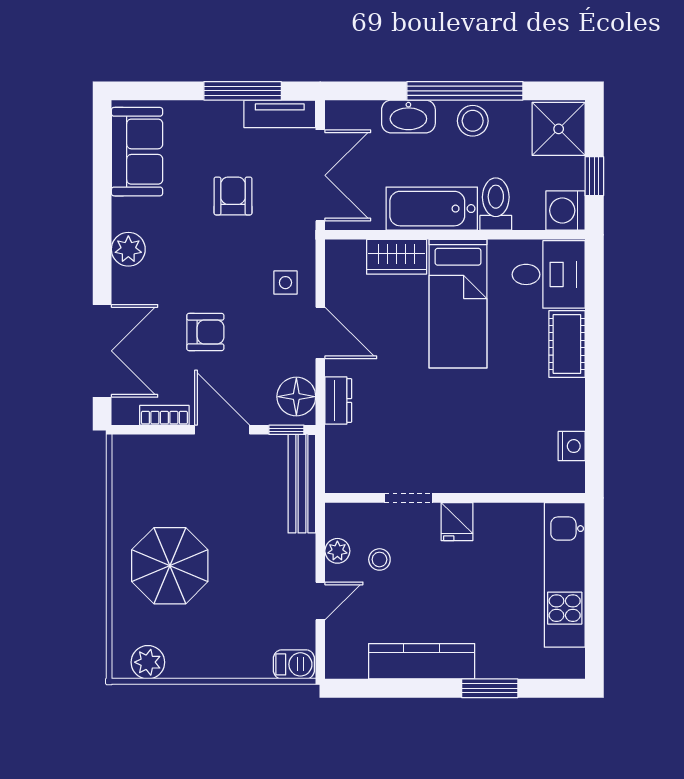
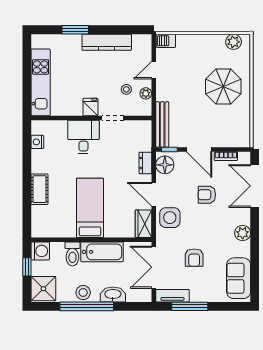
wardrobe: (397, 257) -> (143, 224), moved, turned -90
desk: (549, 274) -> (83, 137), moved, turned 90
side table: (285, 283) -> (170, 218), width x1.87, depth x1.87

